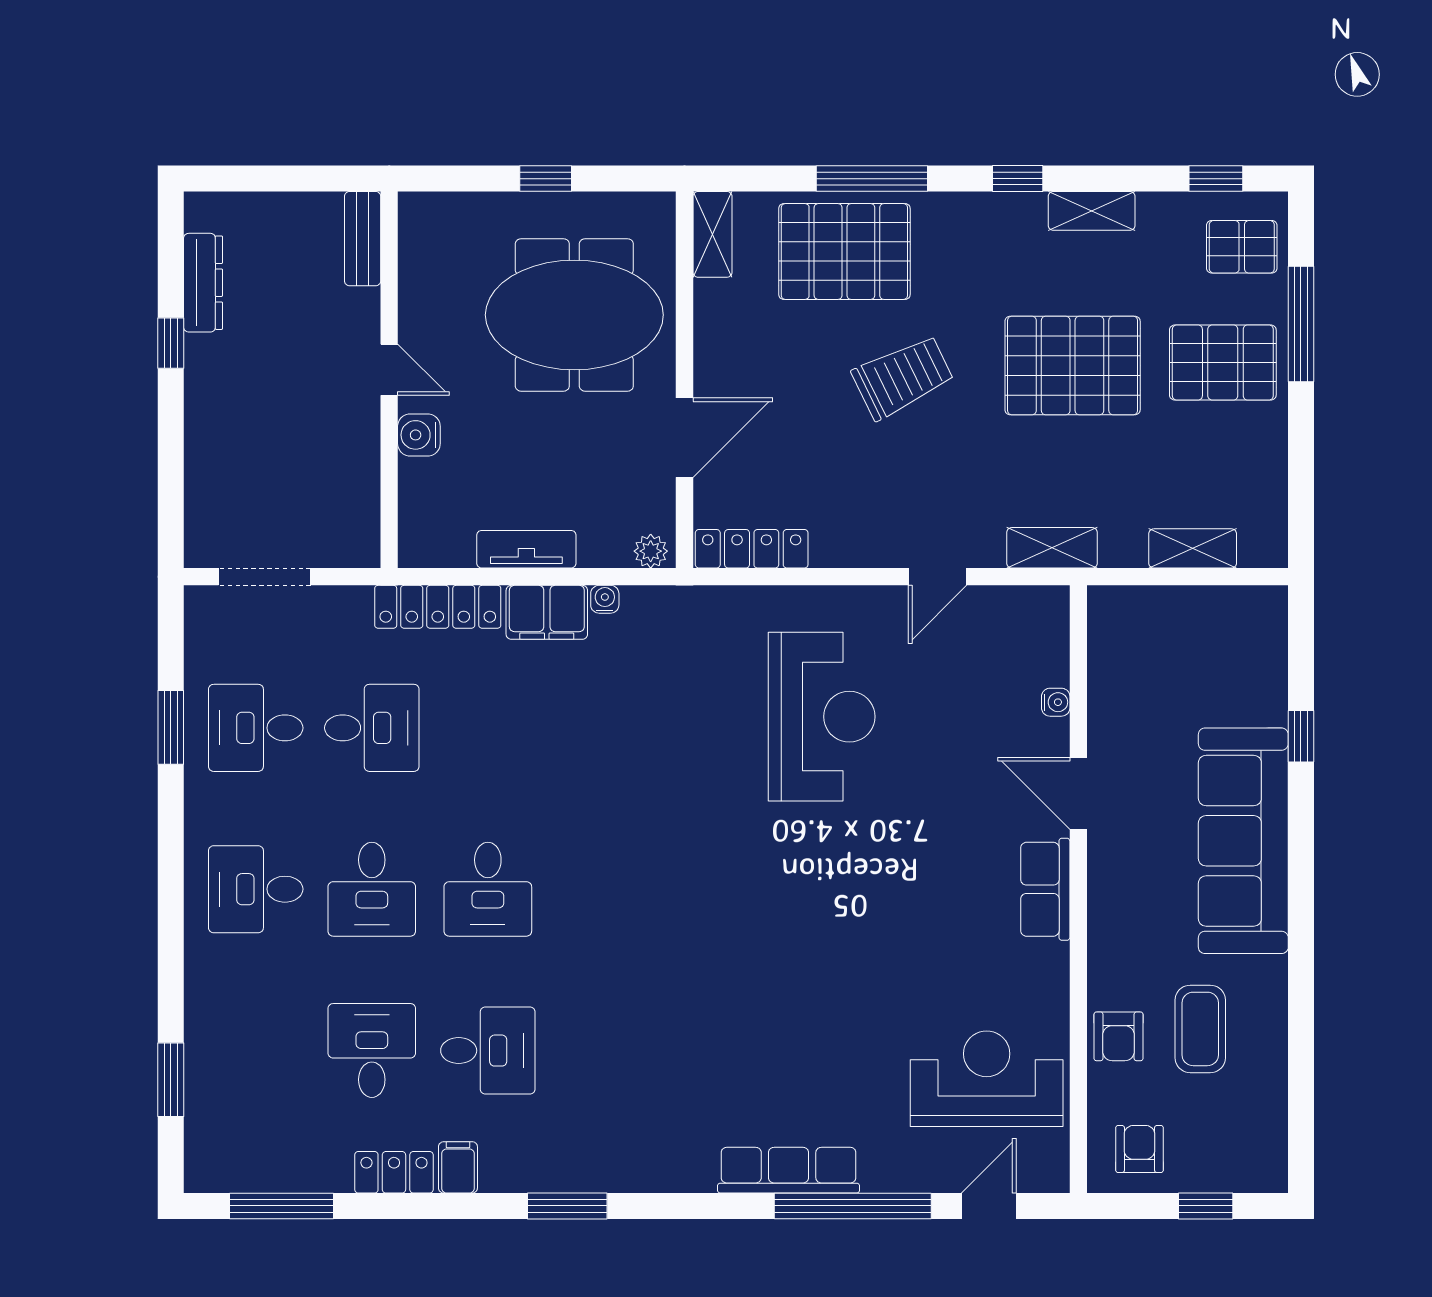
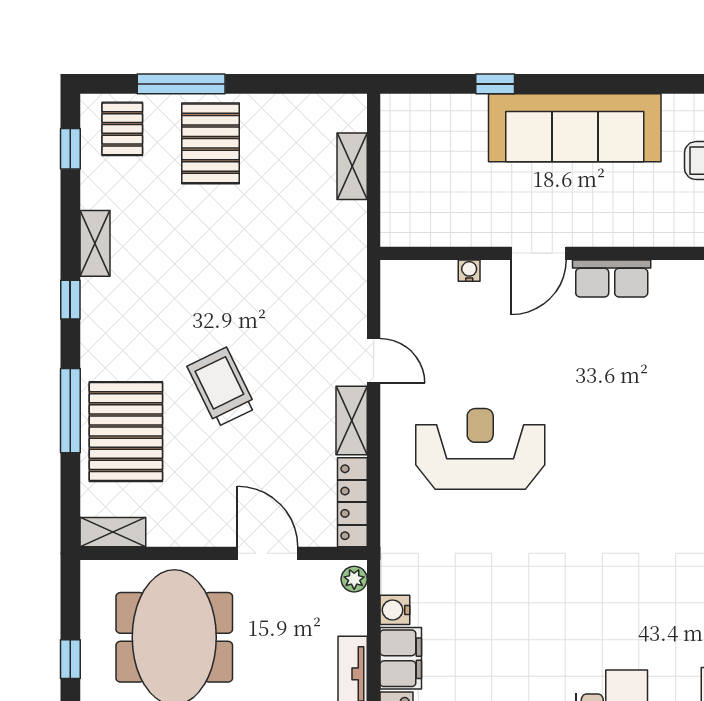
pallet: (1073, 366) -> (213, 258), removed
shelving: (1052, 548) -> (352, 421), moved
water cooler: (605, 599) -> (395, 610), width x1.38, depth x1.38

